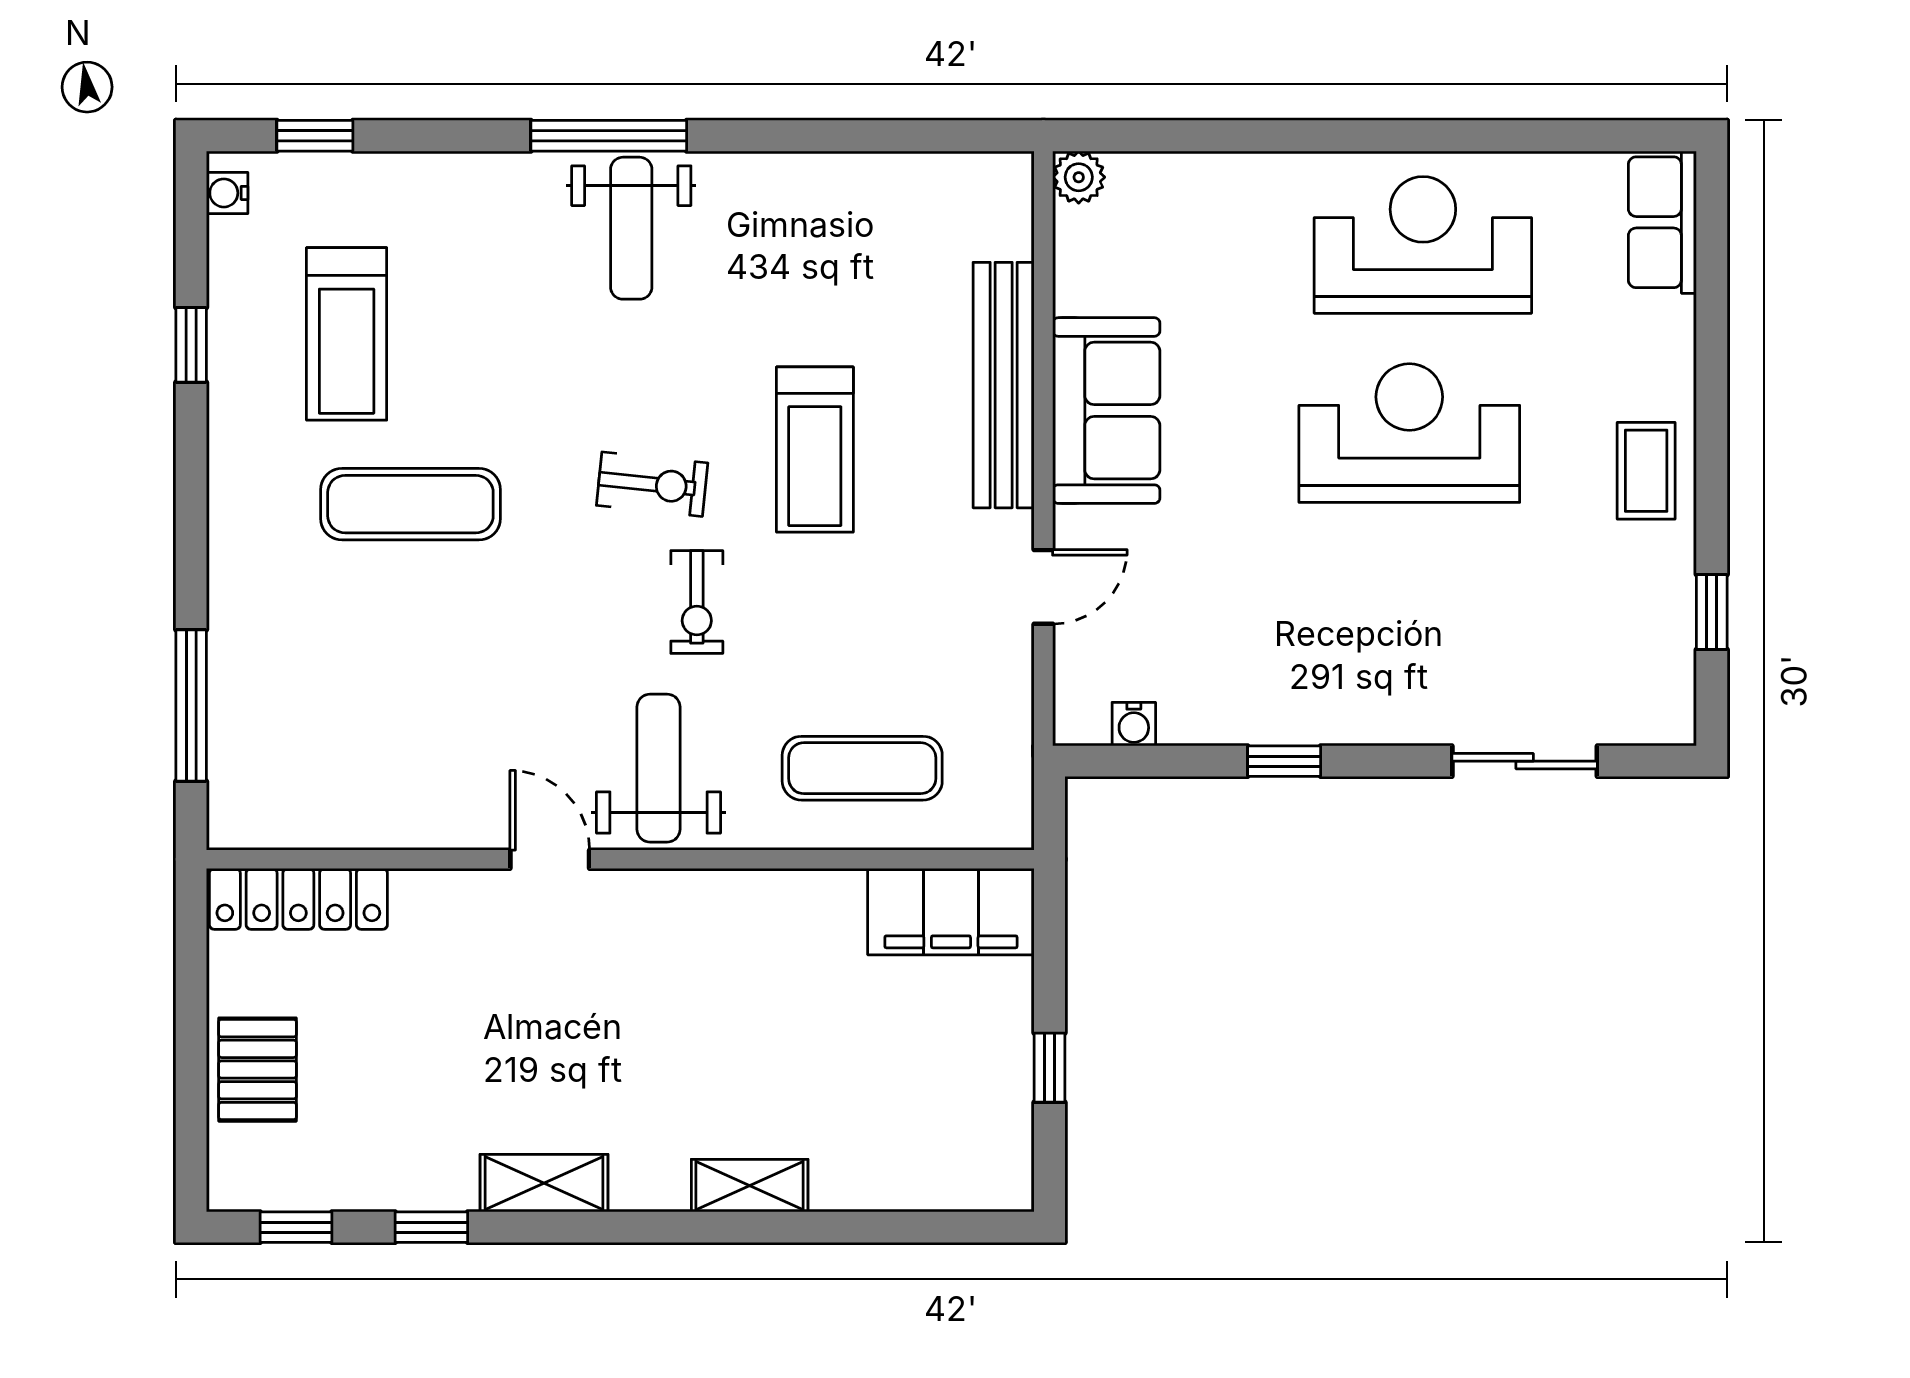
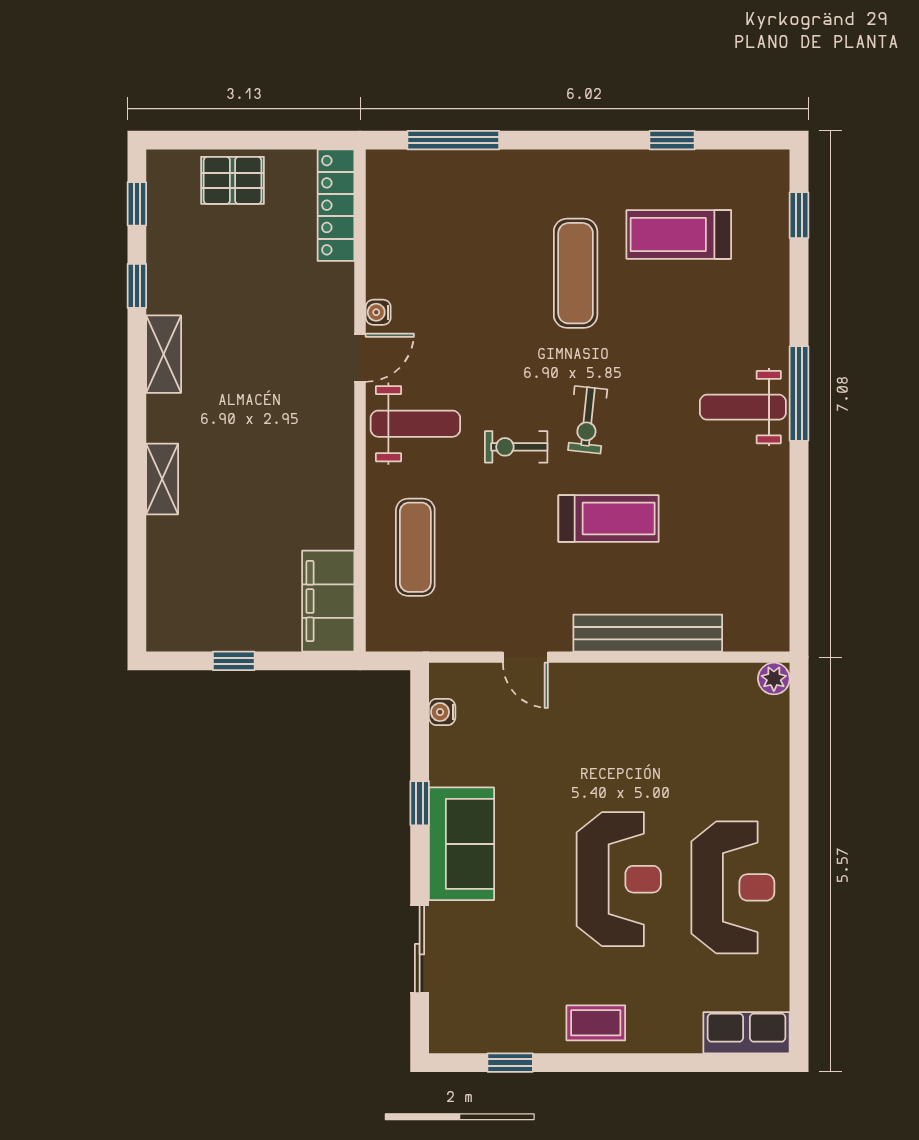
water cooler: (227, 193) -> (378, 312), moved, turned -90
sofa: (1106, 411) -> (461, 844), moved, turned -90
treadmill: (815, 450) -> (609, 519), turned 180

